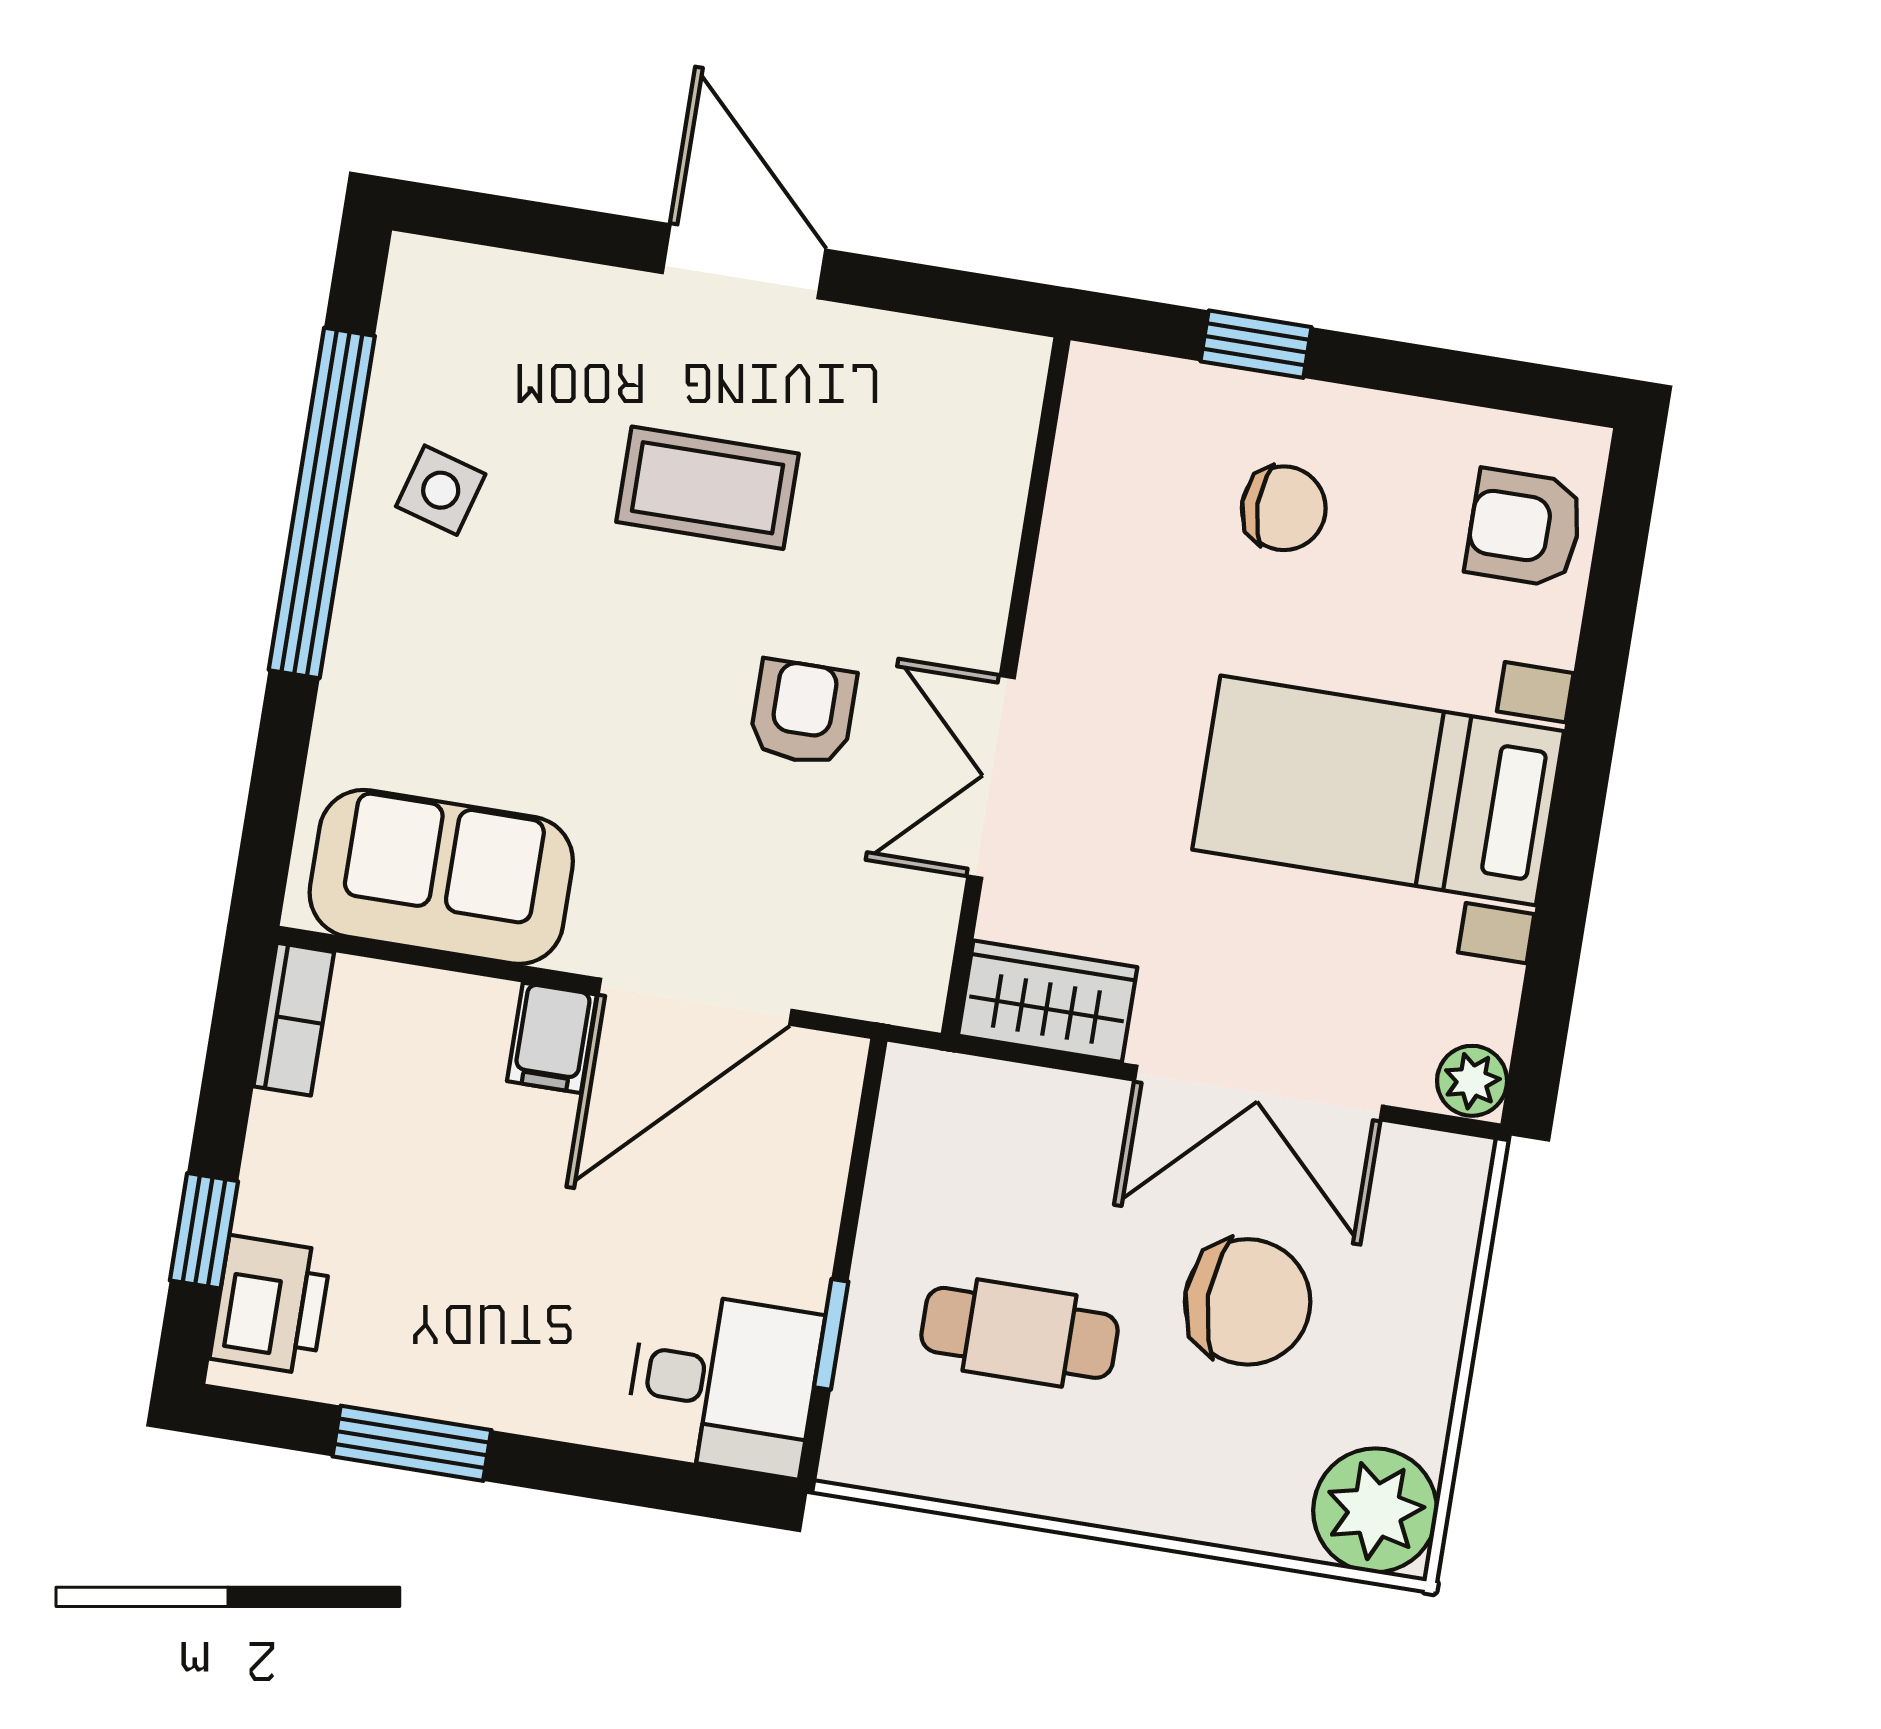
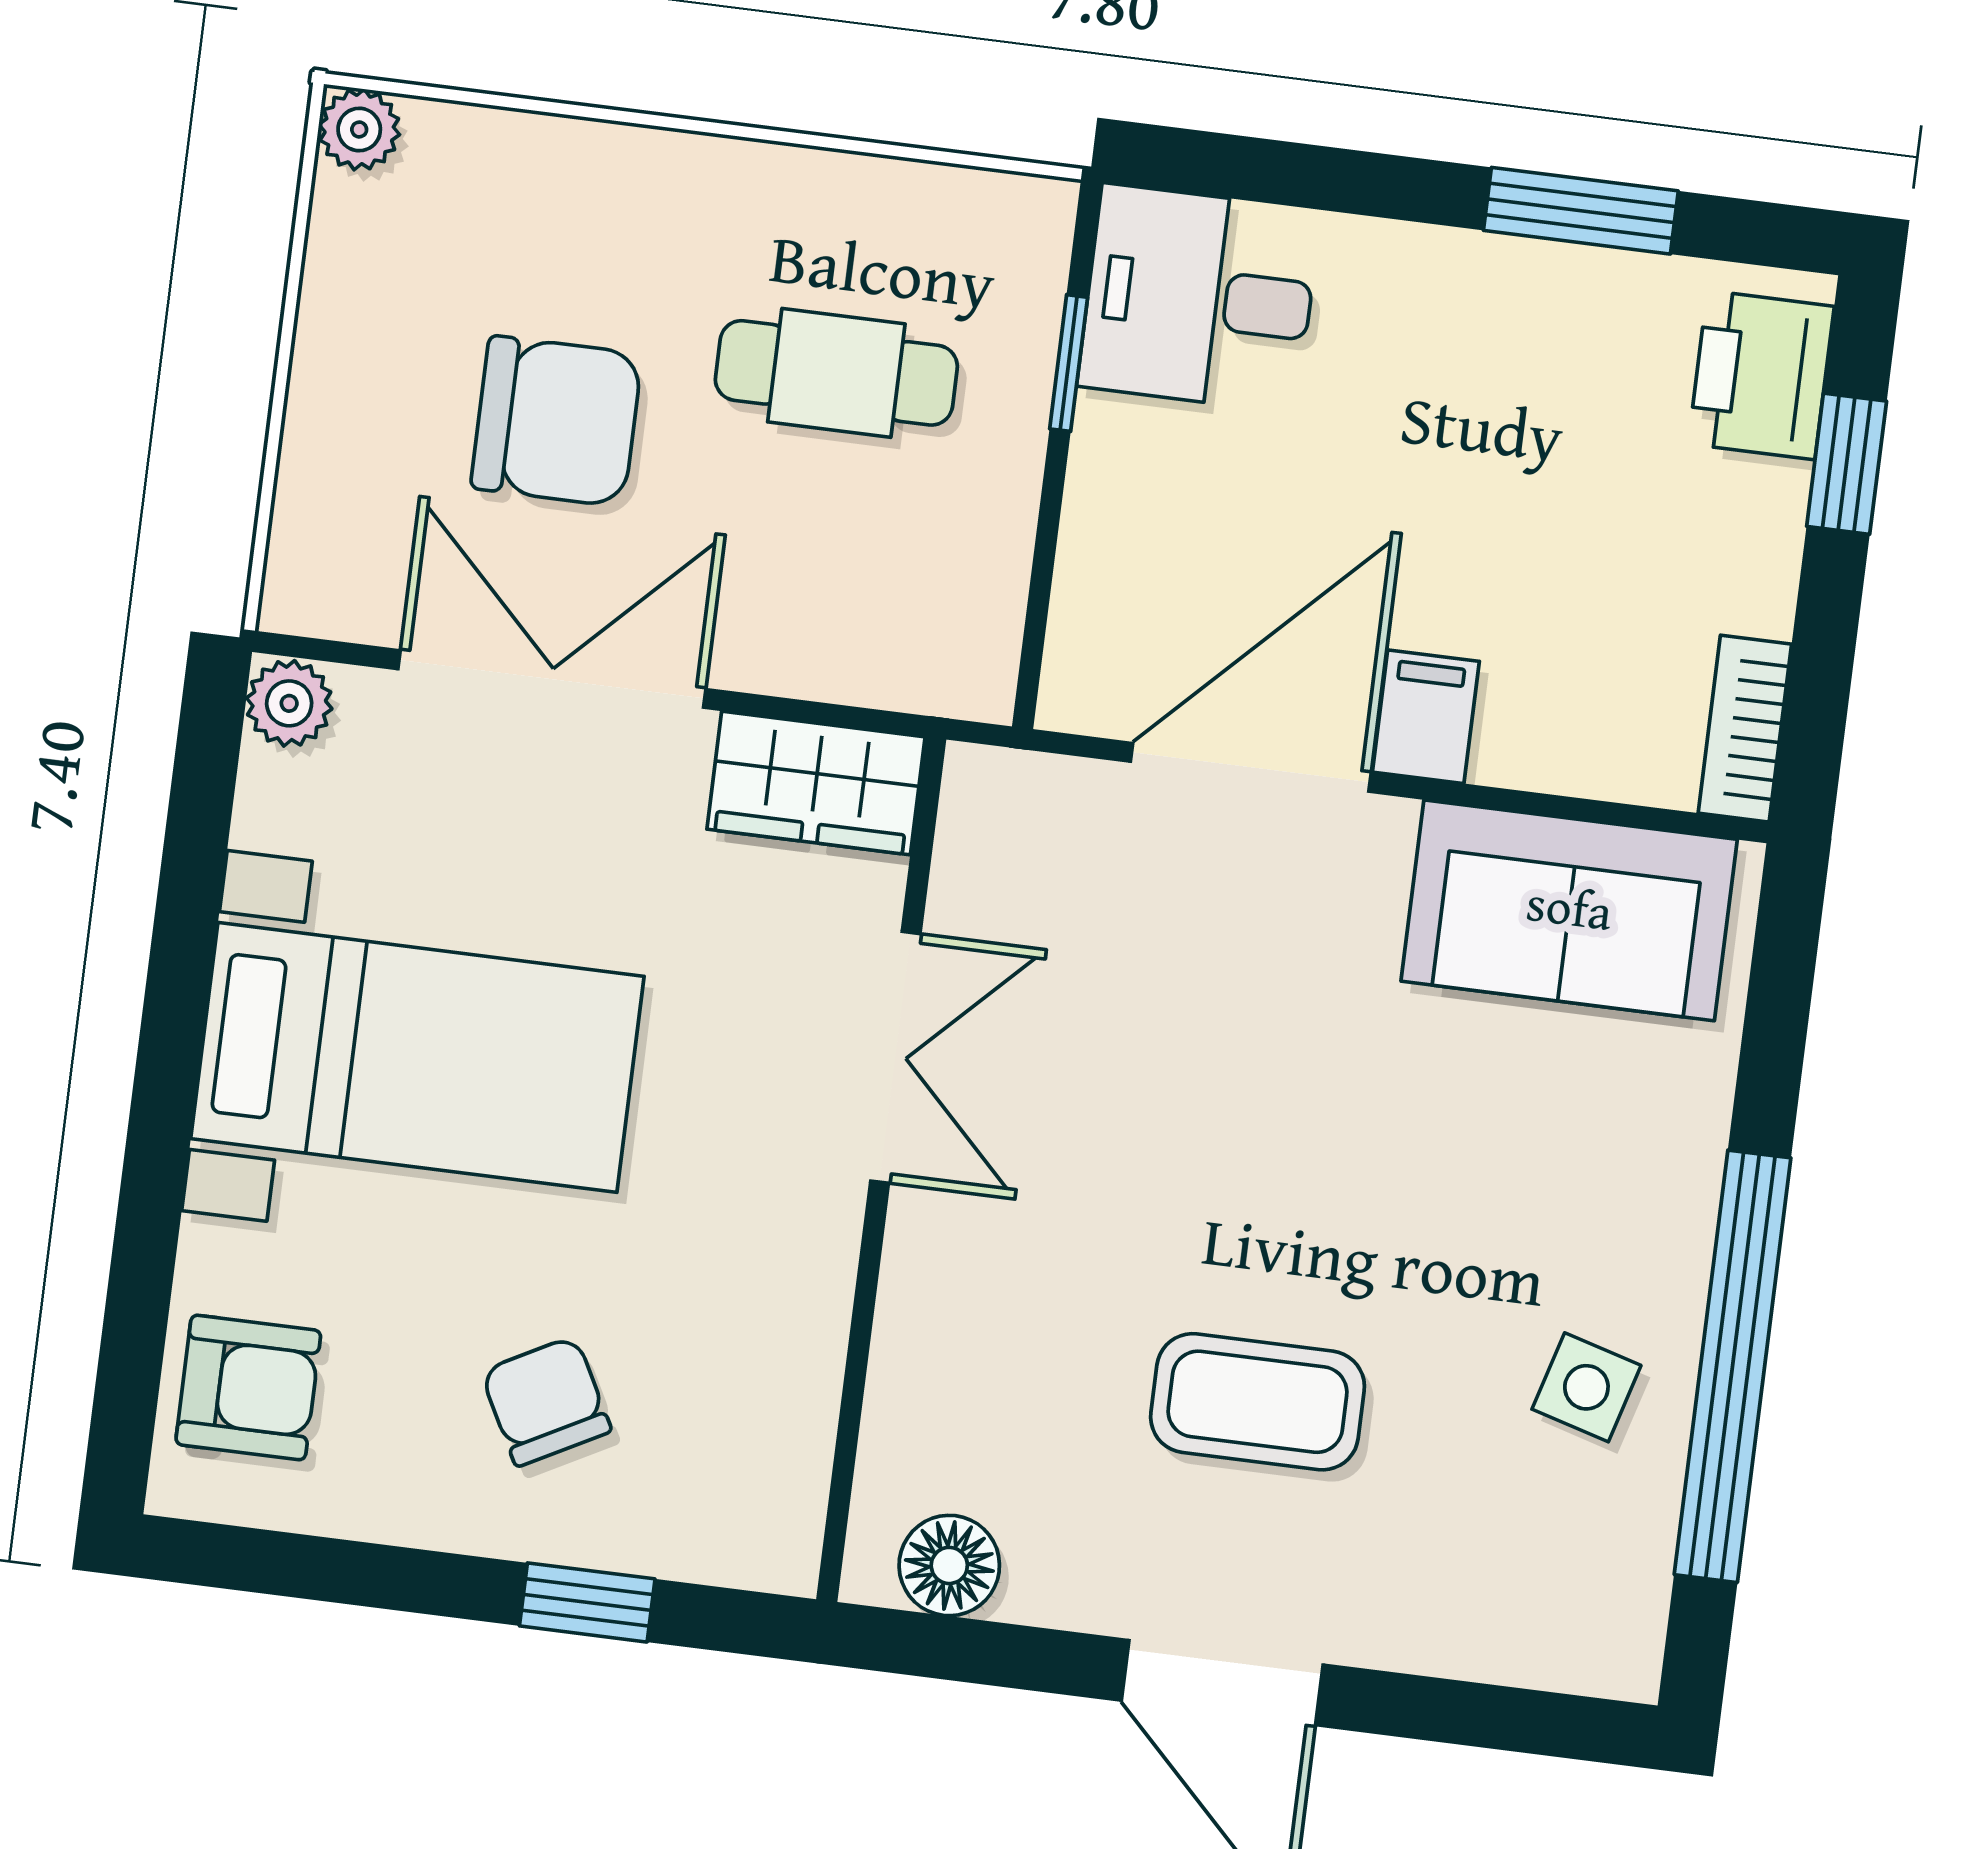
floor lamp: (962, 364) -> (949, 1565), added
chair: (1284, 508) -> (546, 1401), turned 62
armchair: (803, 713) -> (1130, 1129), removed
chair: (1248, 1302) -> (556, 421), turned 180
plant: (1375, 1510) -> (359, 130), width x0.53, depth x0.53

